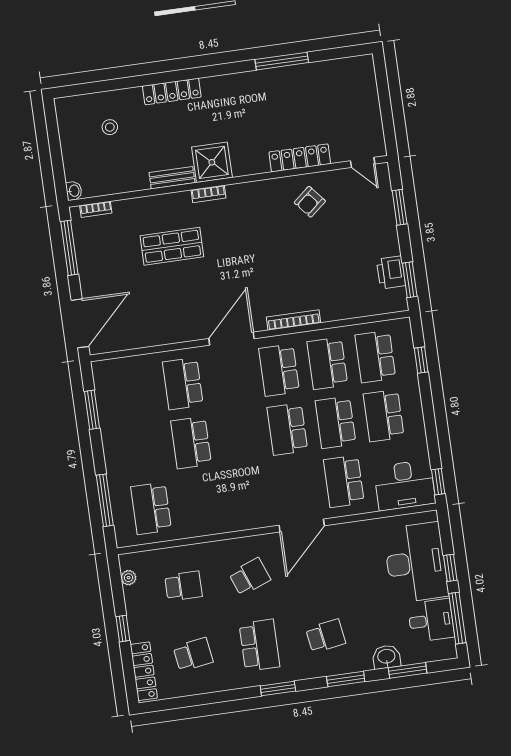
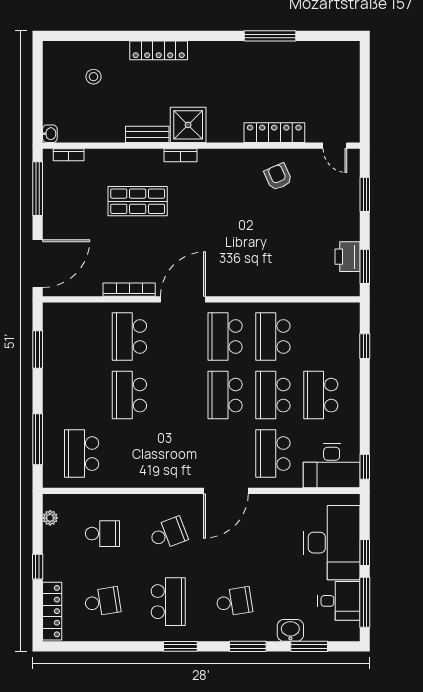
armchair: (310, 202) -> (278, 177), turned 106
bookcase: (293, 320) -> (129, 290), moved
school desk: (375, 357) -> (321, 337), removed

